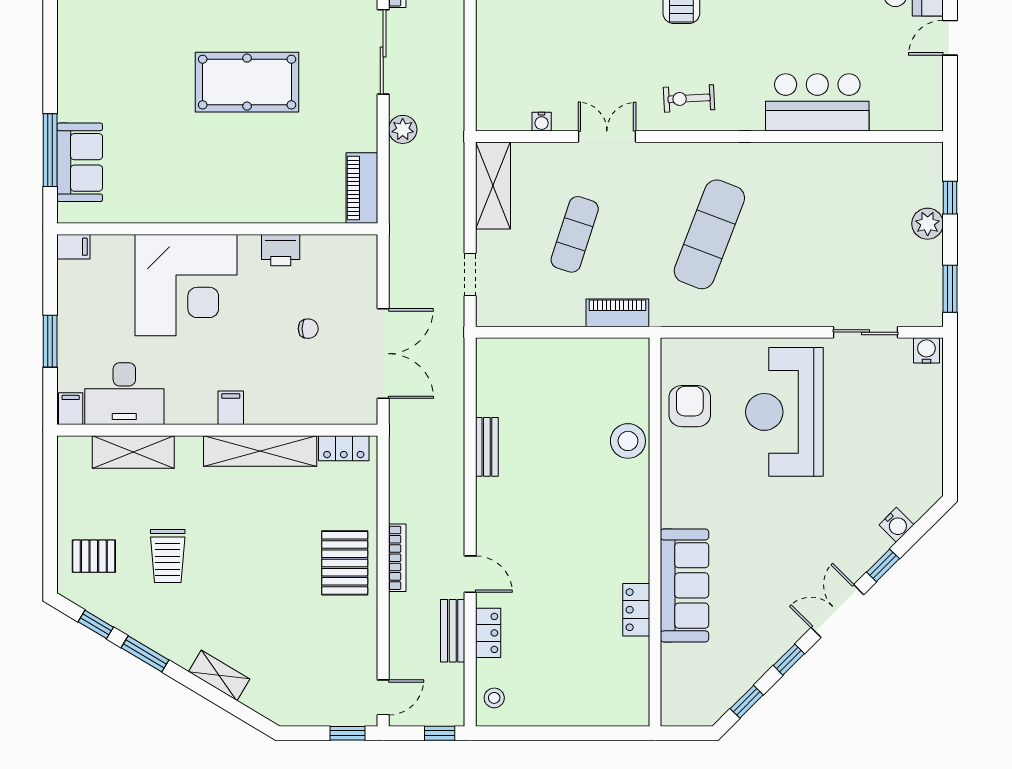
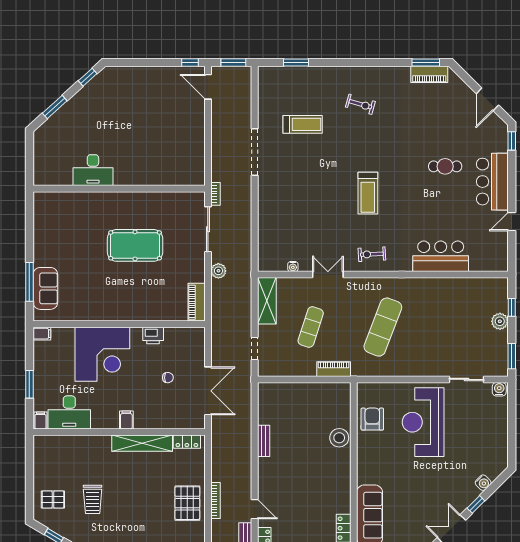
shelving: (133, 452) -> (74, 444), removed

